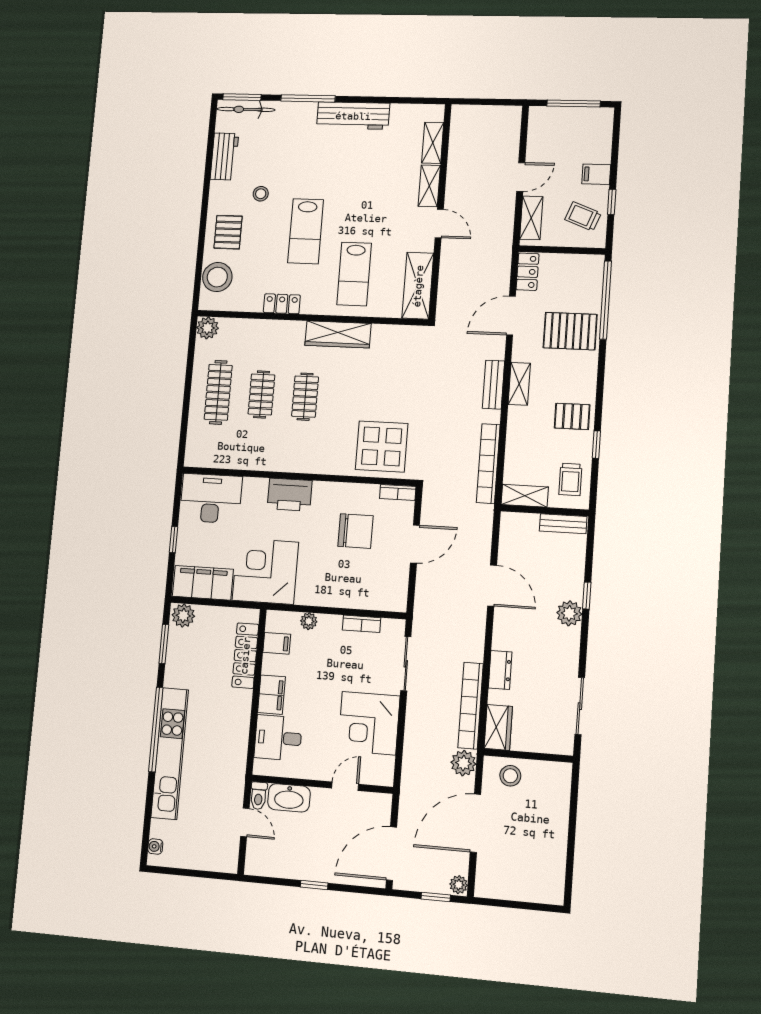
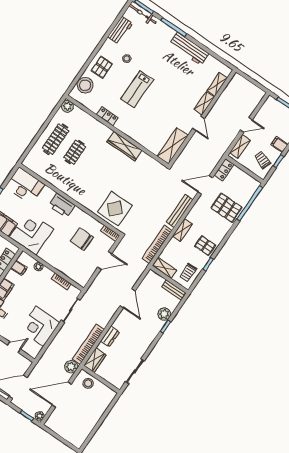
lab bench: (354, 274) -> (148, 123), removed
shelving: (519, 384) -> (182, 230), moved
bench: (493, 385) -> (180, 211), width x1.36
clothes rail: (305, 397) -> (94, 165), removed
chair: (355, 531) -> (82, 239), turned 180
plant: (569, 613) -> (164, 314), moved

